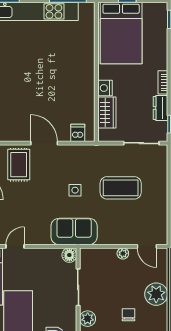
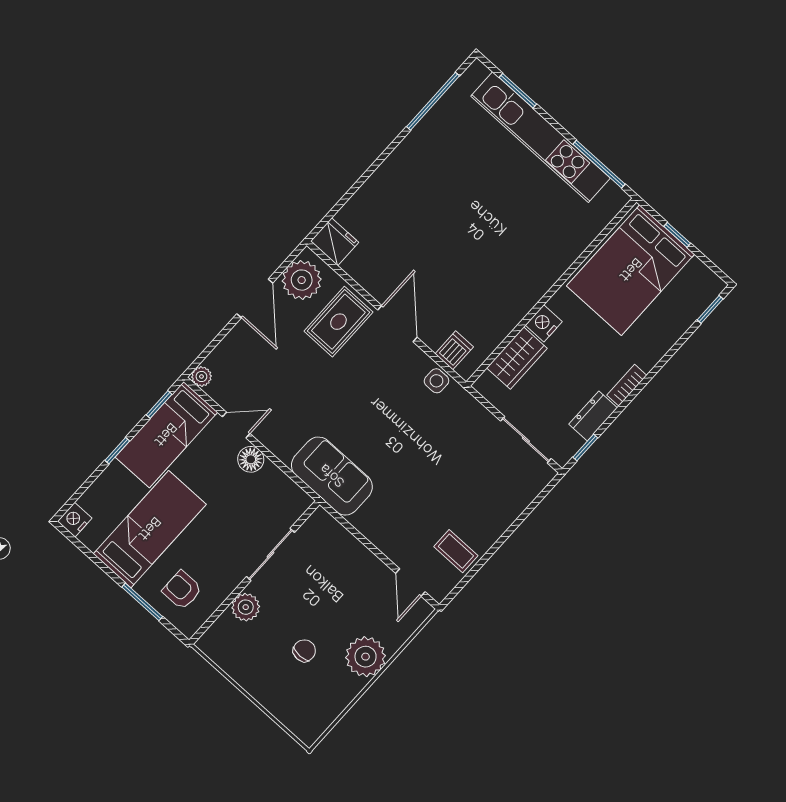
coffee table: (121, 188) -> (456, 551), moved, width x0.54, depth x0.58
side table: (75, 190) -> (436, 381), moved
plant: (123, 253) -> (370, 563), removed
floor lamp: (69, 255) -> (251, 459), moved

